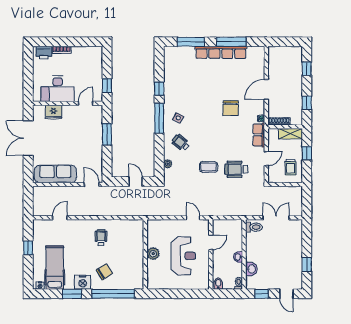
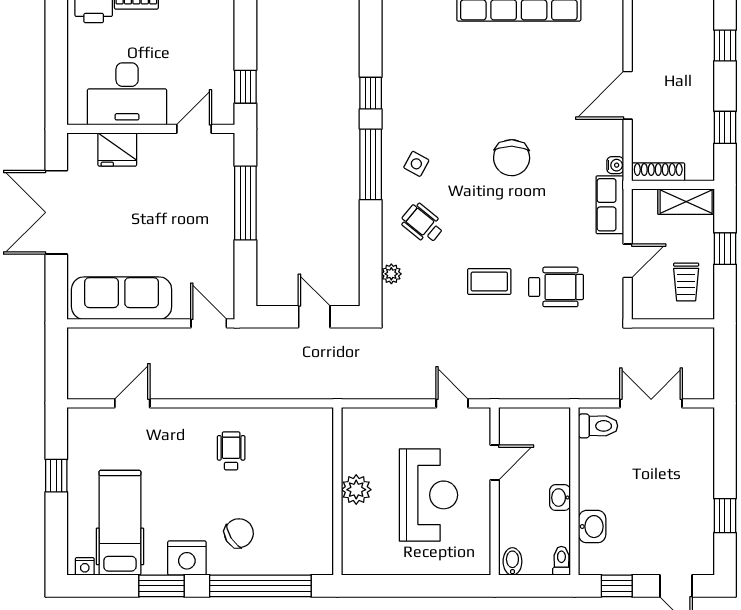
chair: (231, 108) -> (512, 158), moved
window: (107, 134) -> (245, 203), width x1.44
wheelchair: (236, 169) -> (556, 287), turned 180

